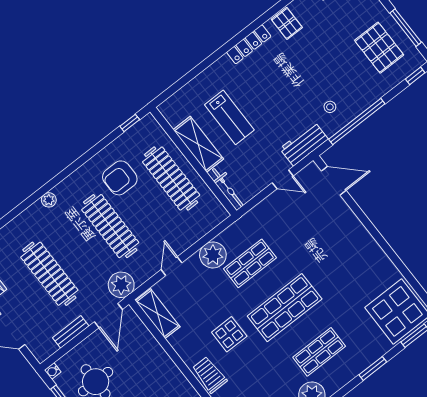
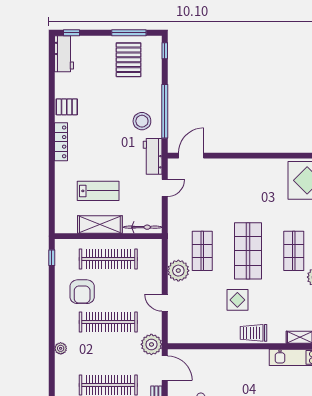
pallet: (379, 48) -> (129, 60), turned 90
stool: (330, 107) -> (142, 121), width x1.89, depth x1.89
shelving: (158, 314) -> (188, 336), removed

